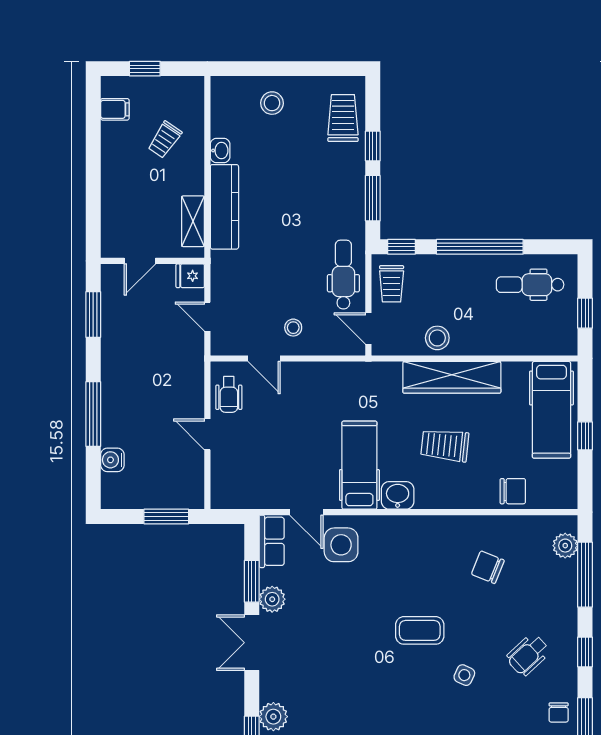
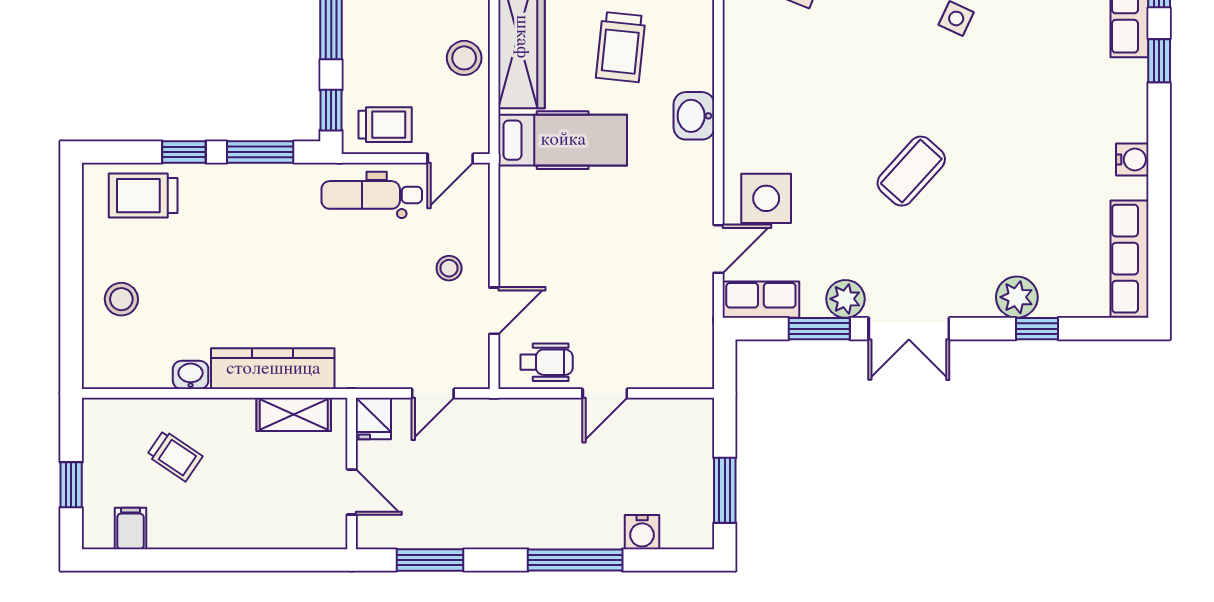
hospital bed: (359, 465) -> (563, 140), moved, turned 180
window: (166, 517) -> (725, 490), moved
coffee table: (420, 630) -> (911, 171), moved, turned 42

